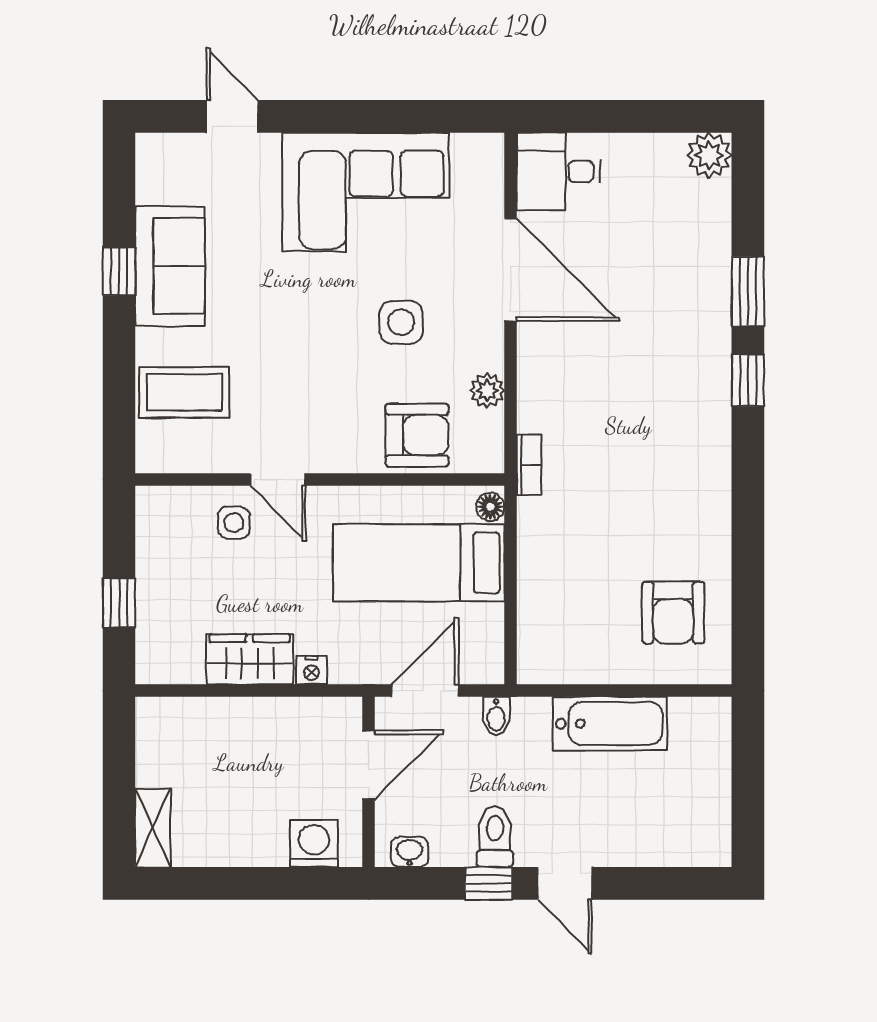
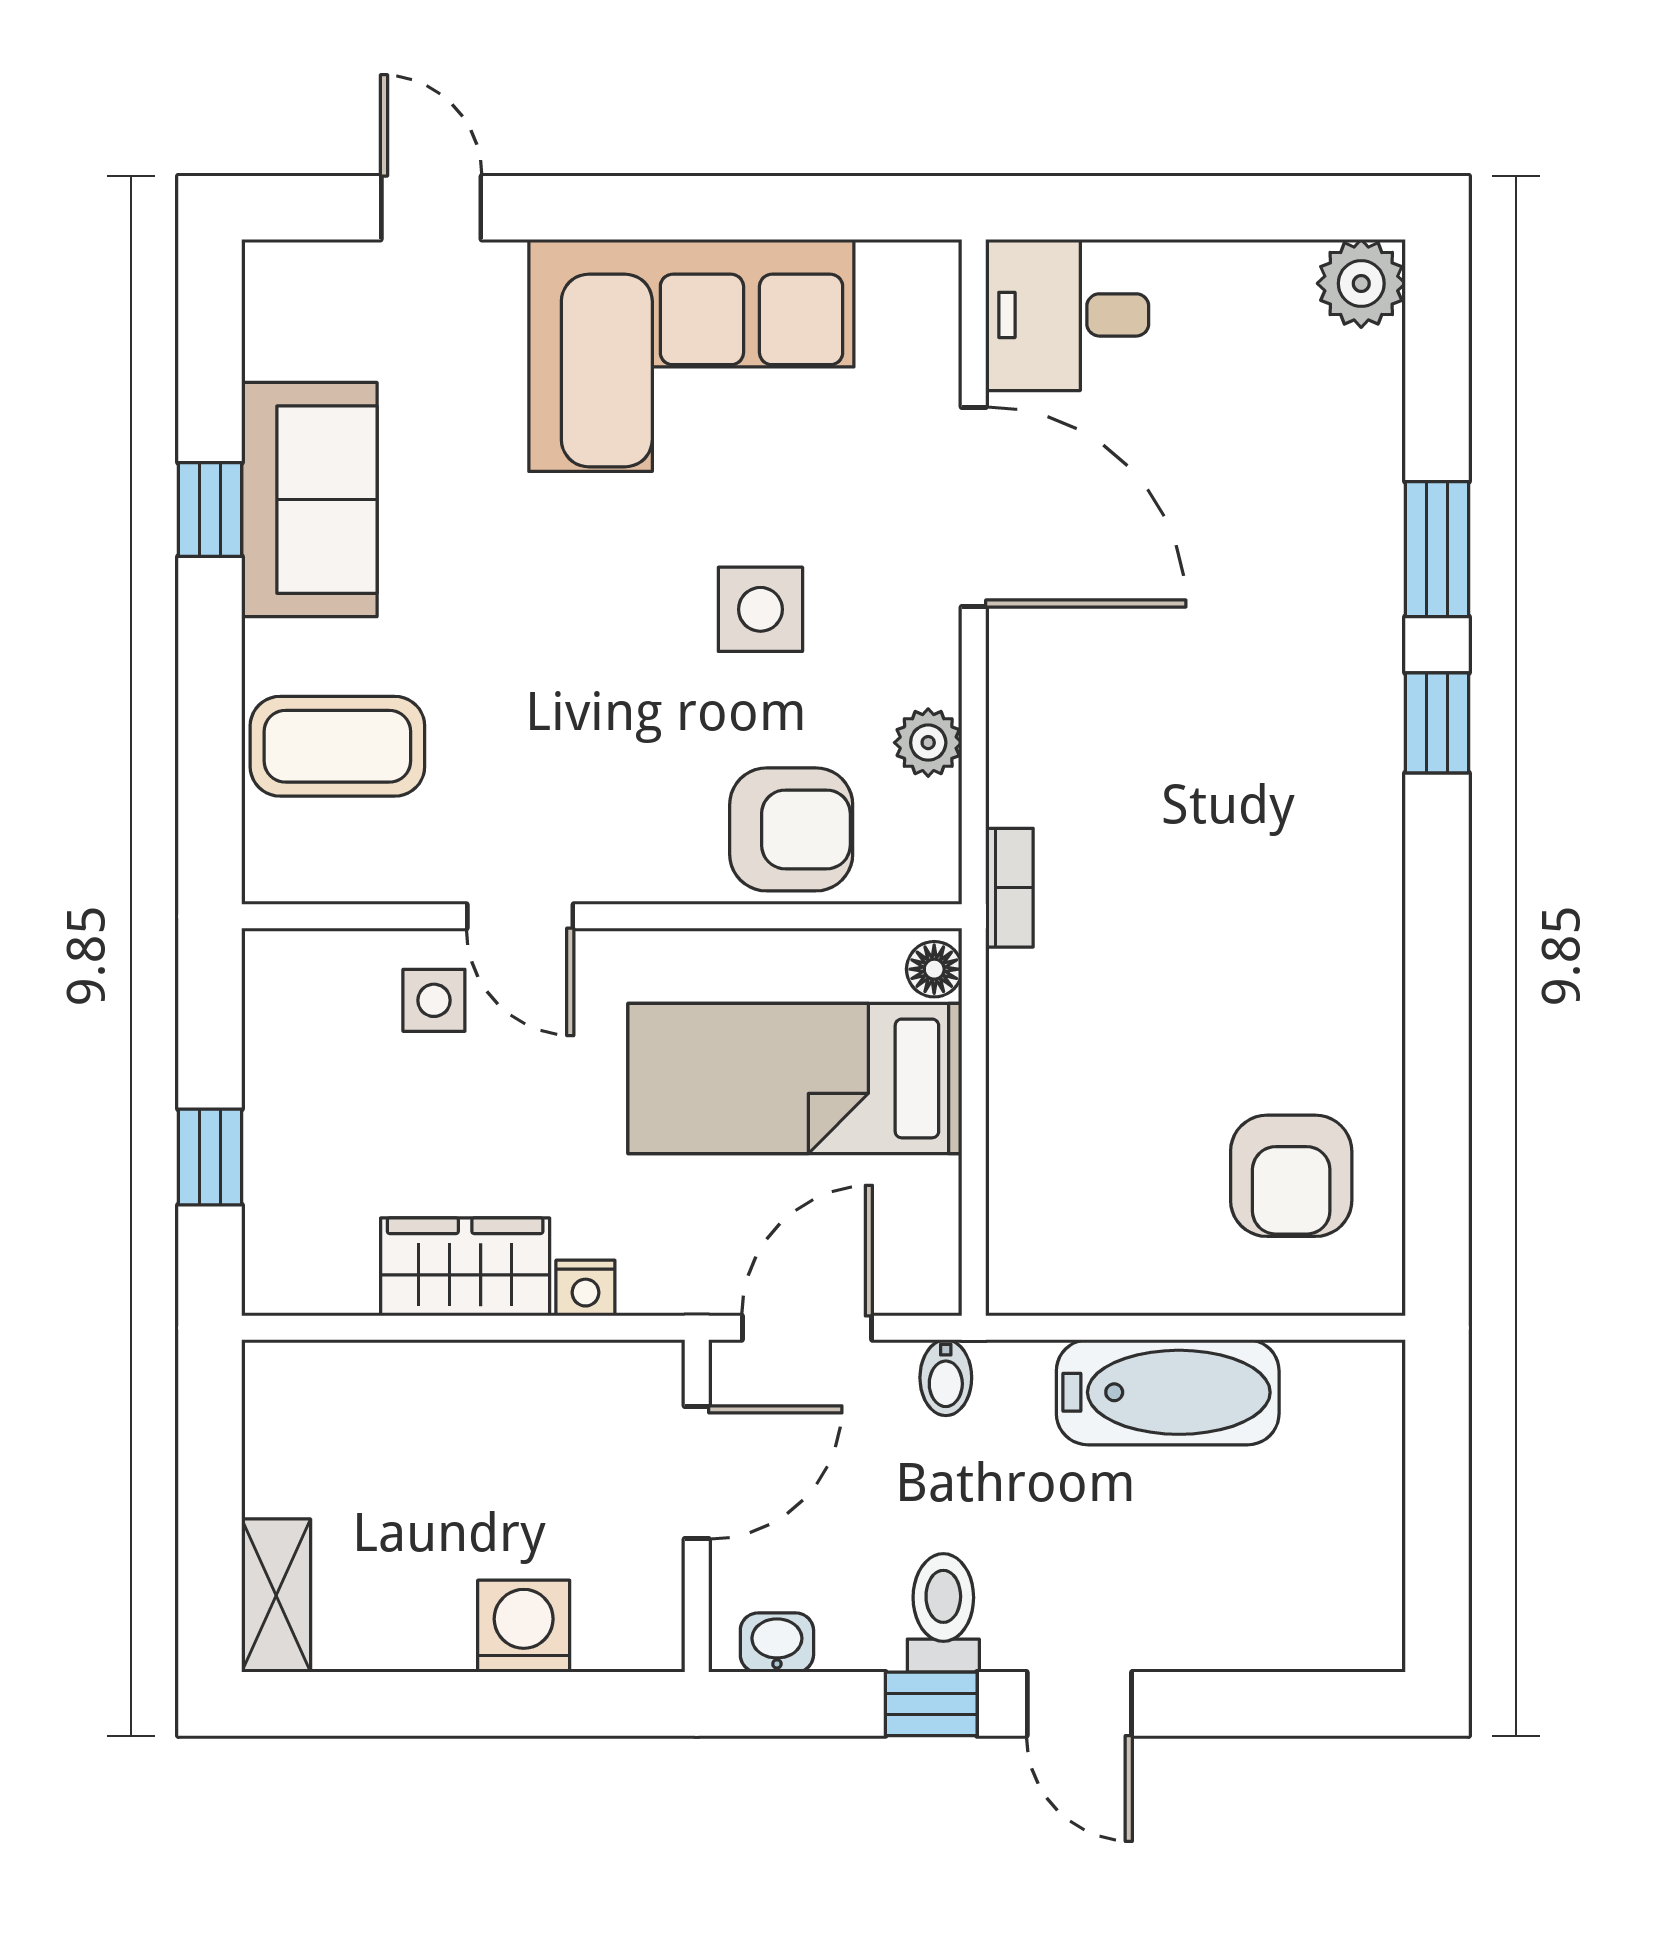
washing machine: (314, 843) -> (524, 1626), moved

